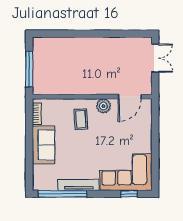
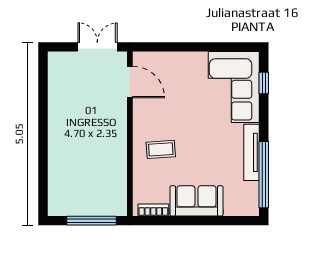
double door: (155, 58) -> (97, 47), moved
plant: (103, 106) -> (143, 118), removed

